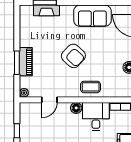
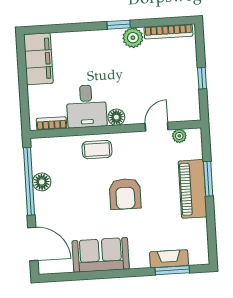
armchair: (73, 56) -> (125, 194), turned -133
piano: (26, 62) -> (193, 189), width x1.37, depth x1.33
plant: (24, 93) -> (179, 136), moved

